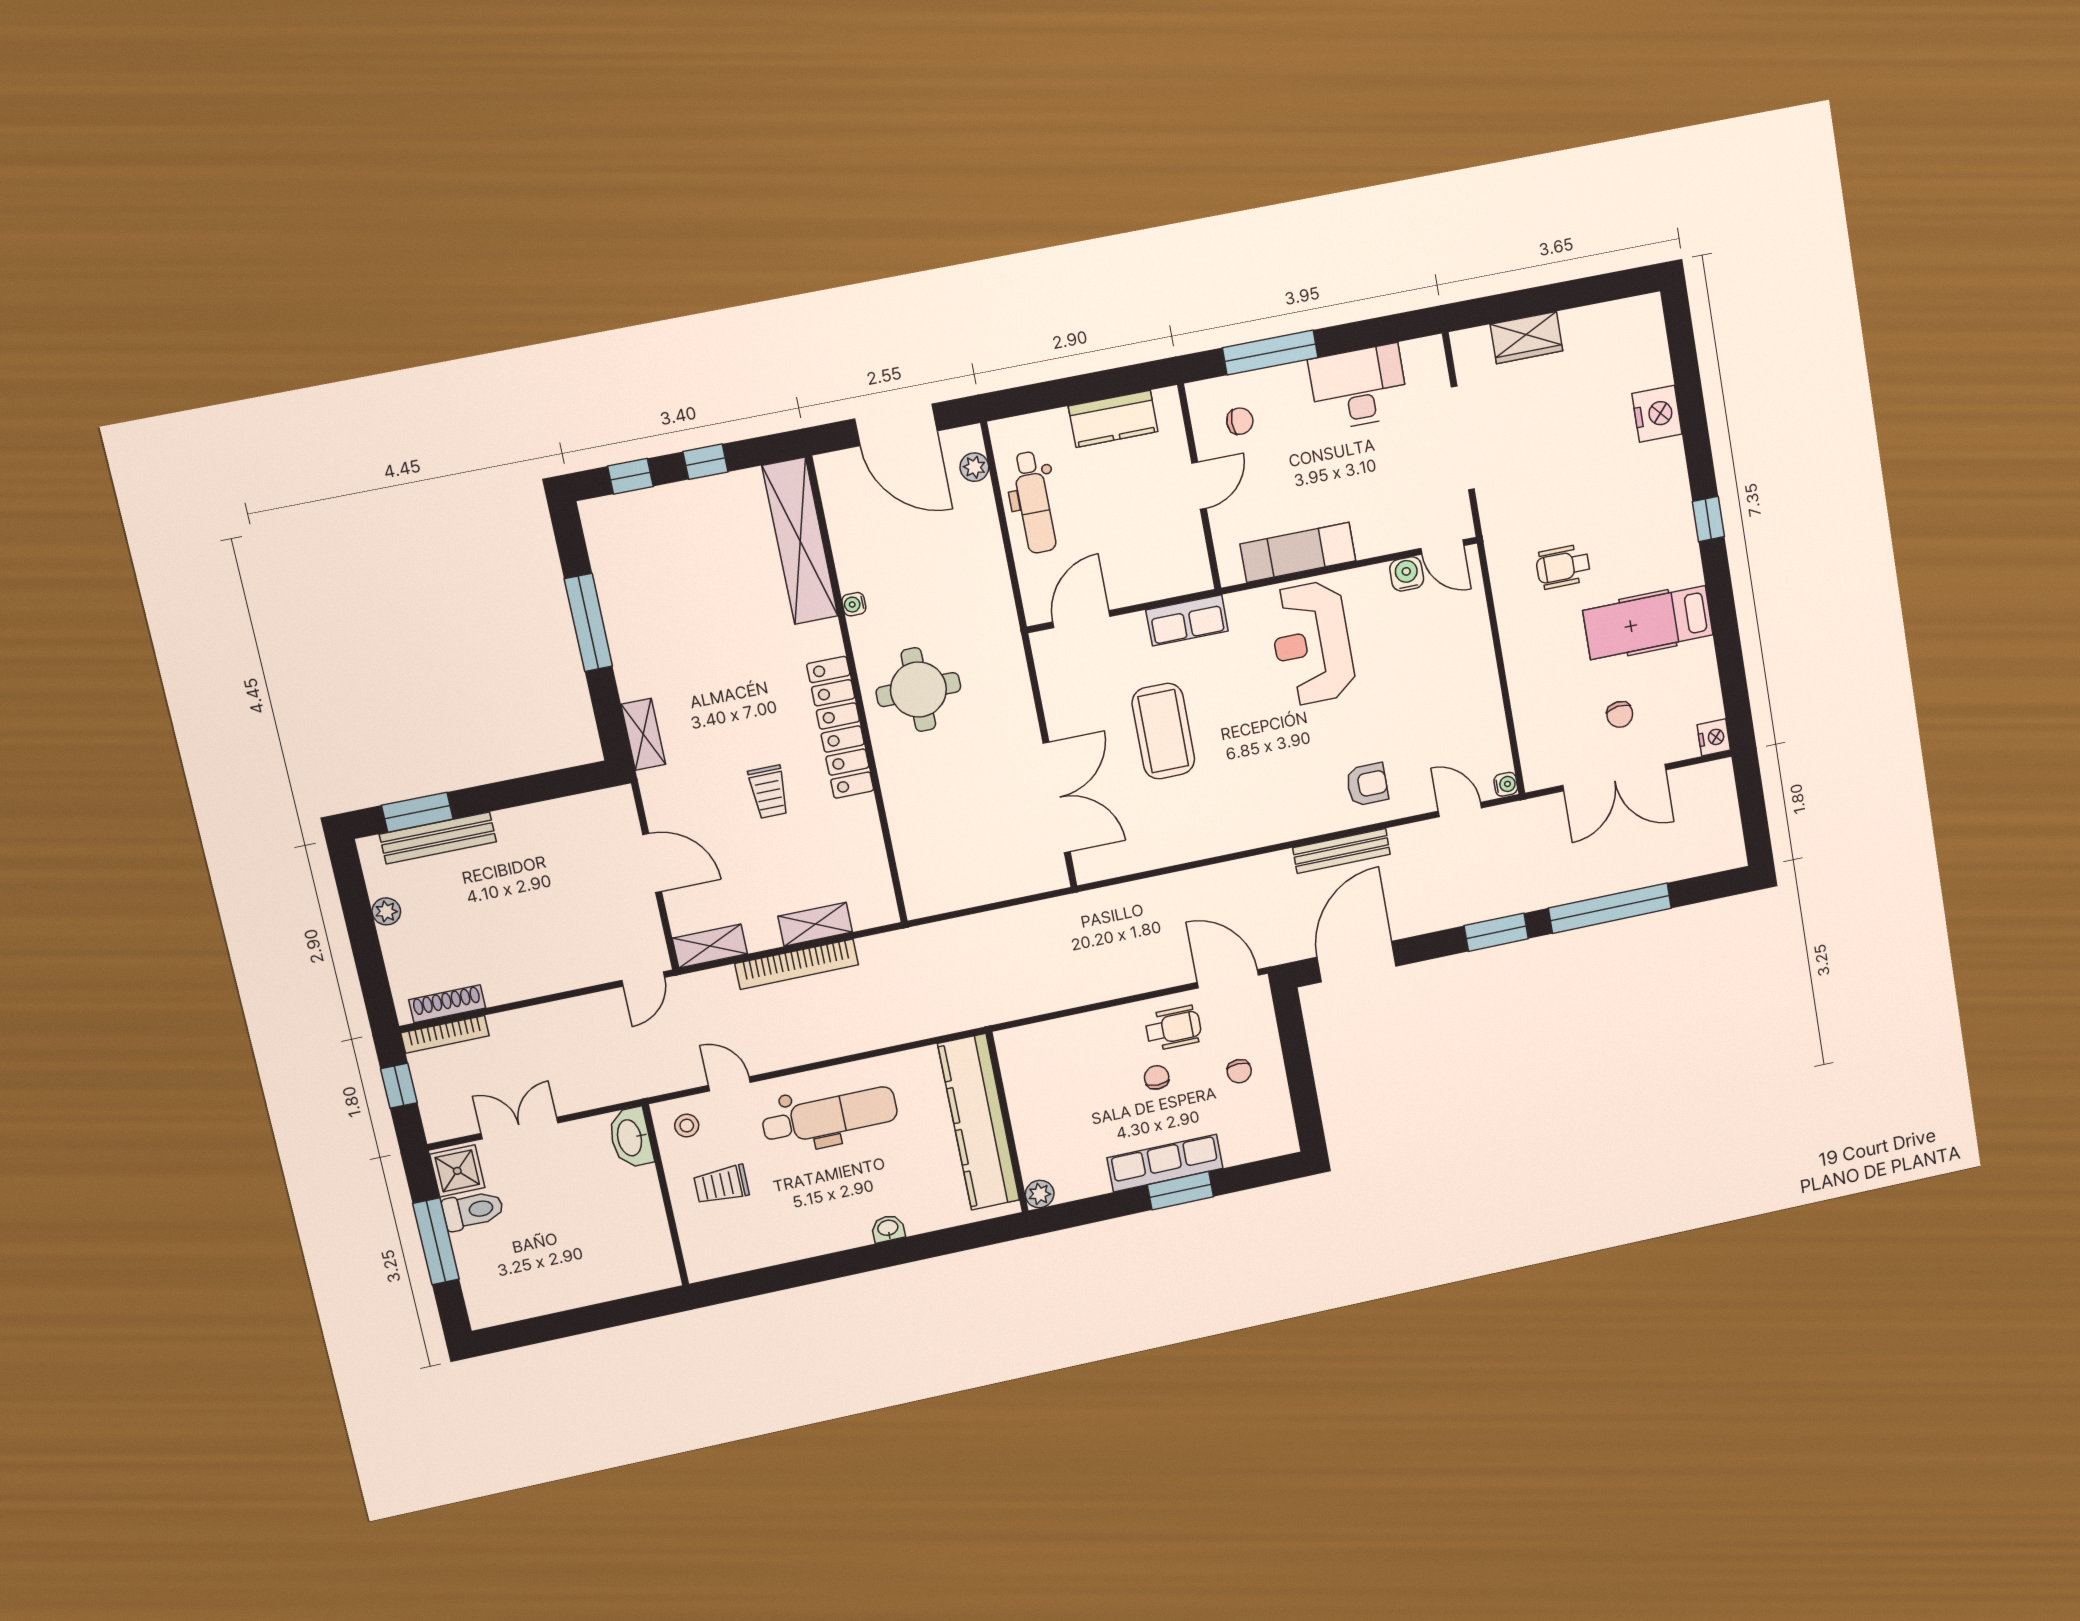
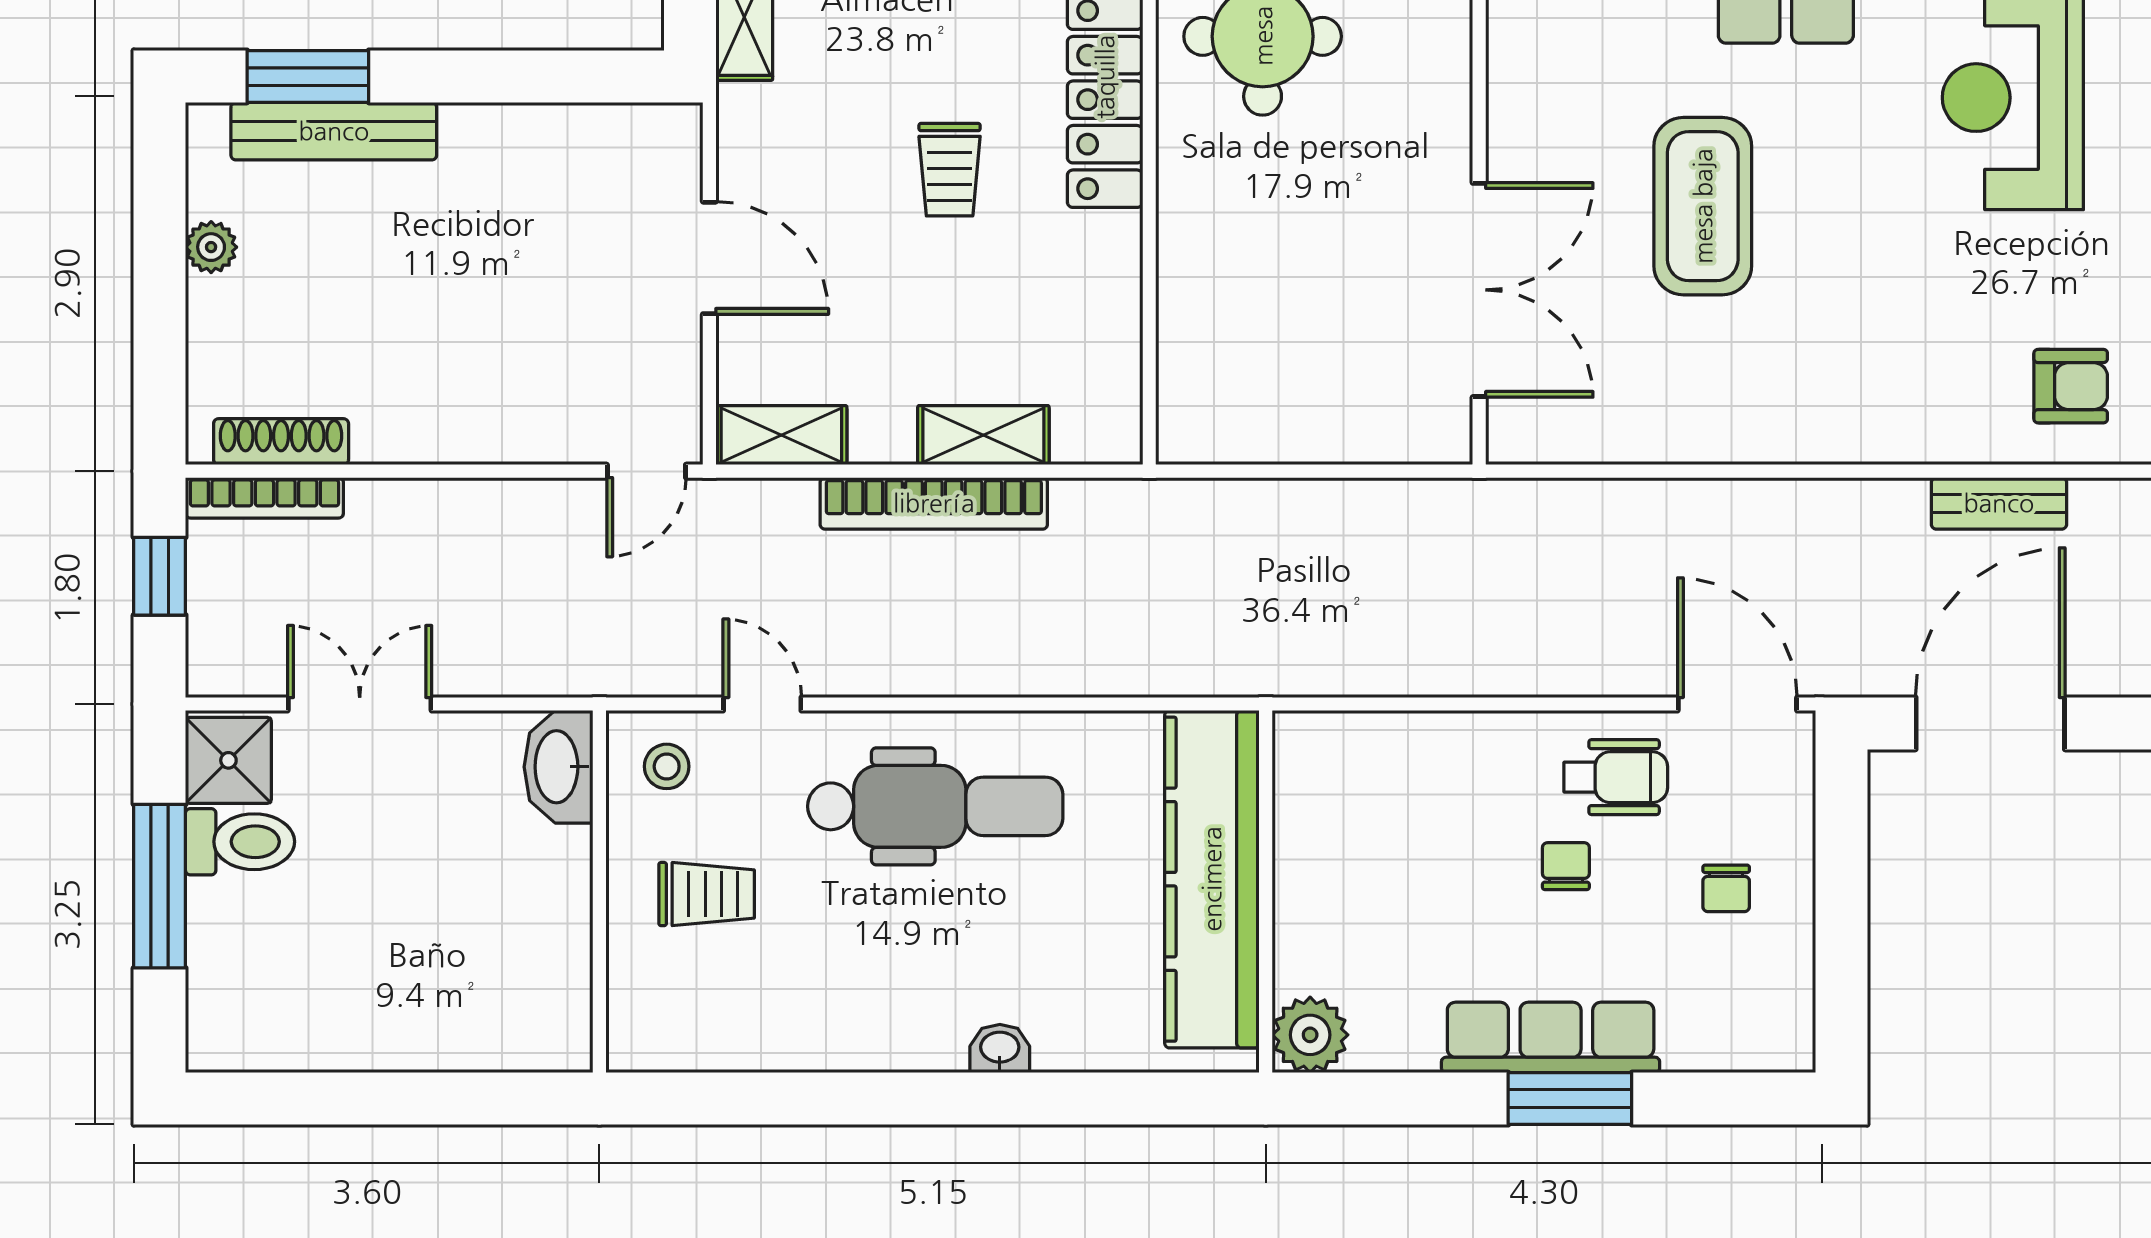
bench: (1341, 851) -> (1999, 503), width x0.73
trolley: (721, 1185) -> (707, 894), turned 180
plant: (1040, 1194) -> (1310, 1035), width x1.38, depth x1.38

